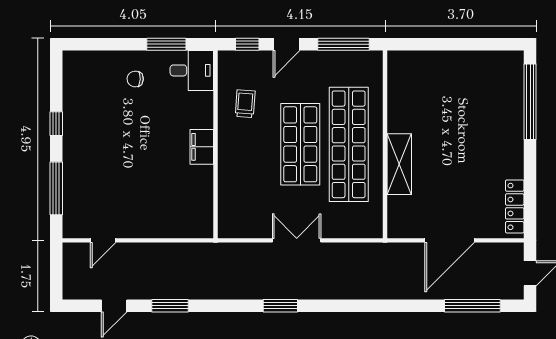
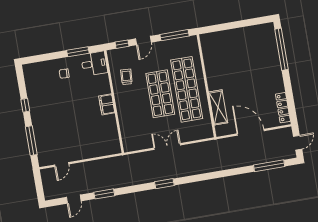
shelving: (399, 164) -> (218, 107), moved
door: (450, 240) -> (251, 132), swing flipped

